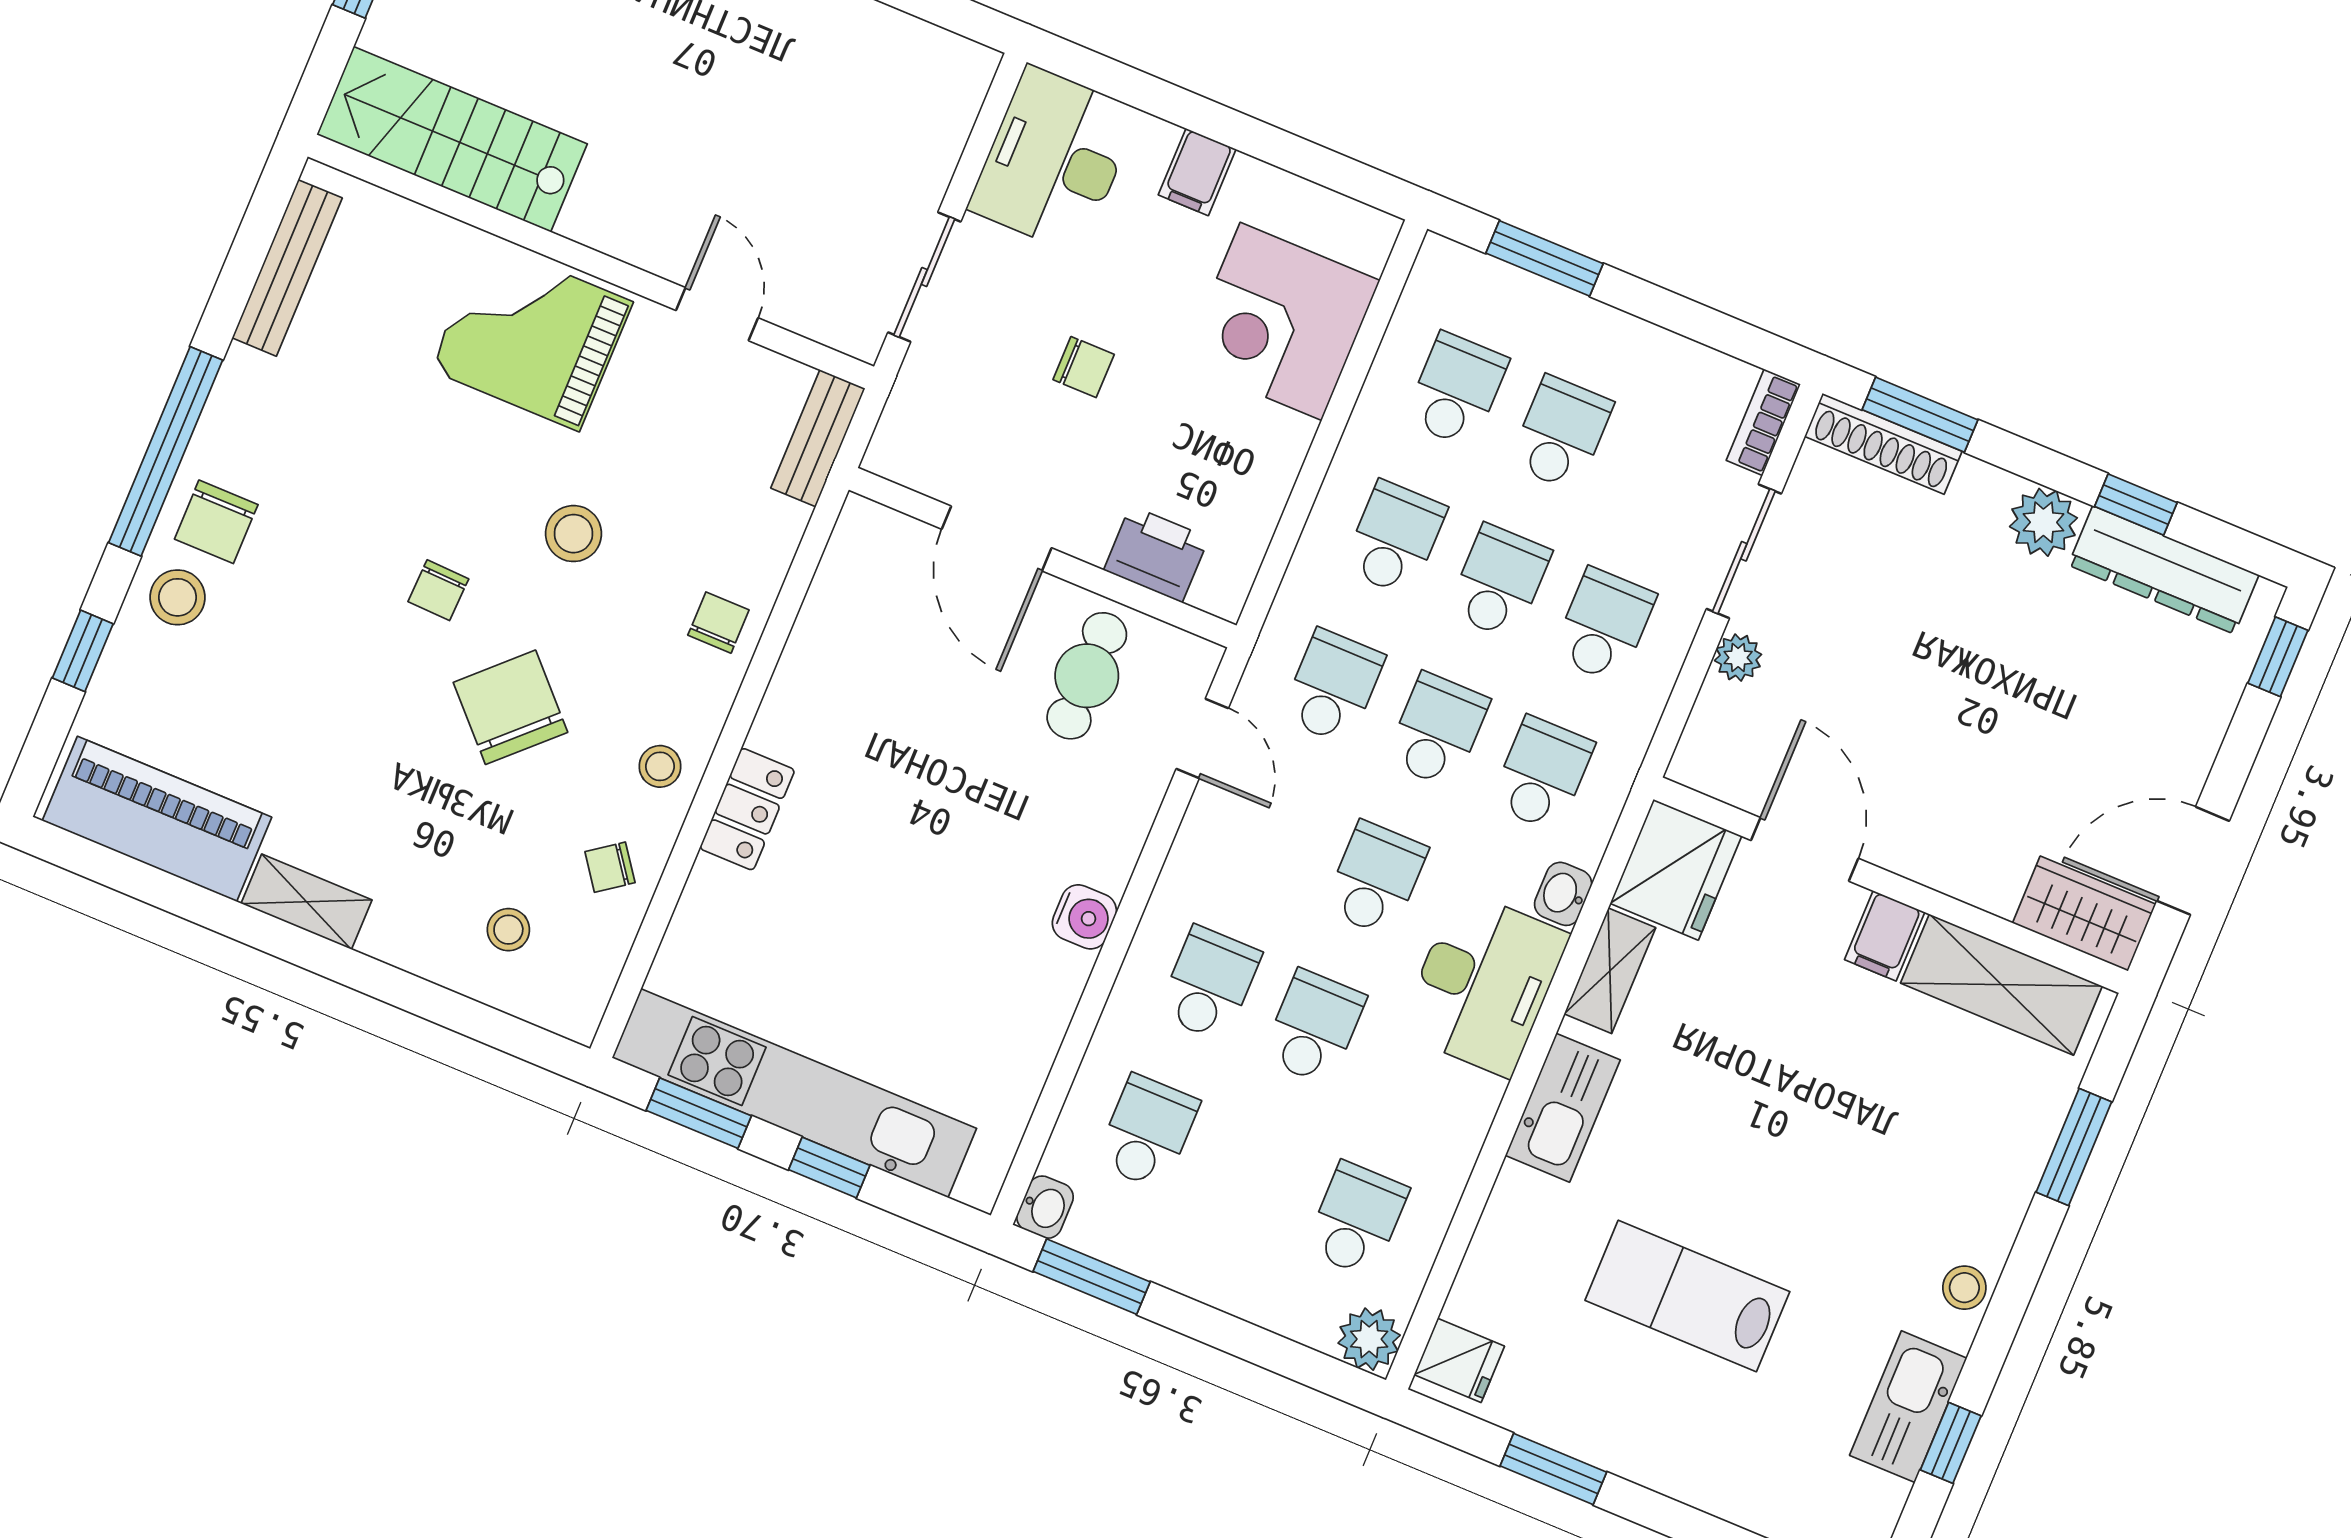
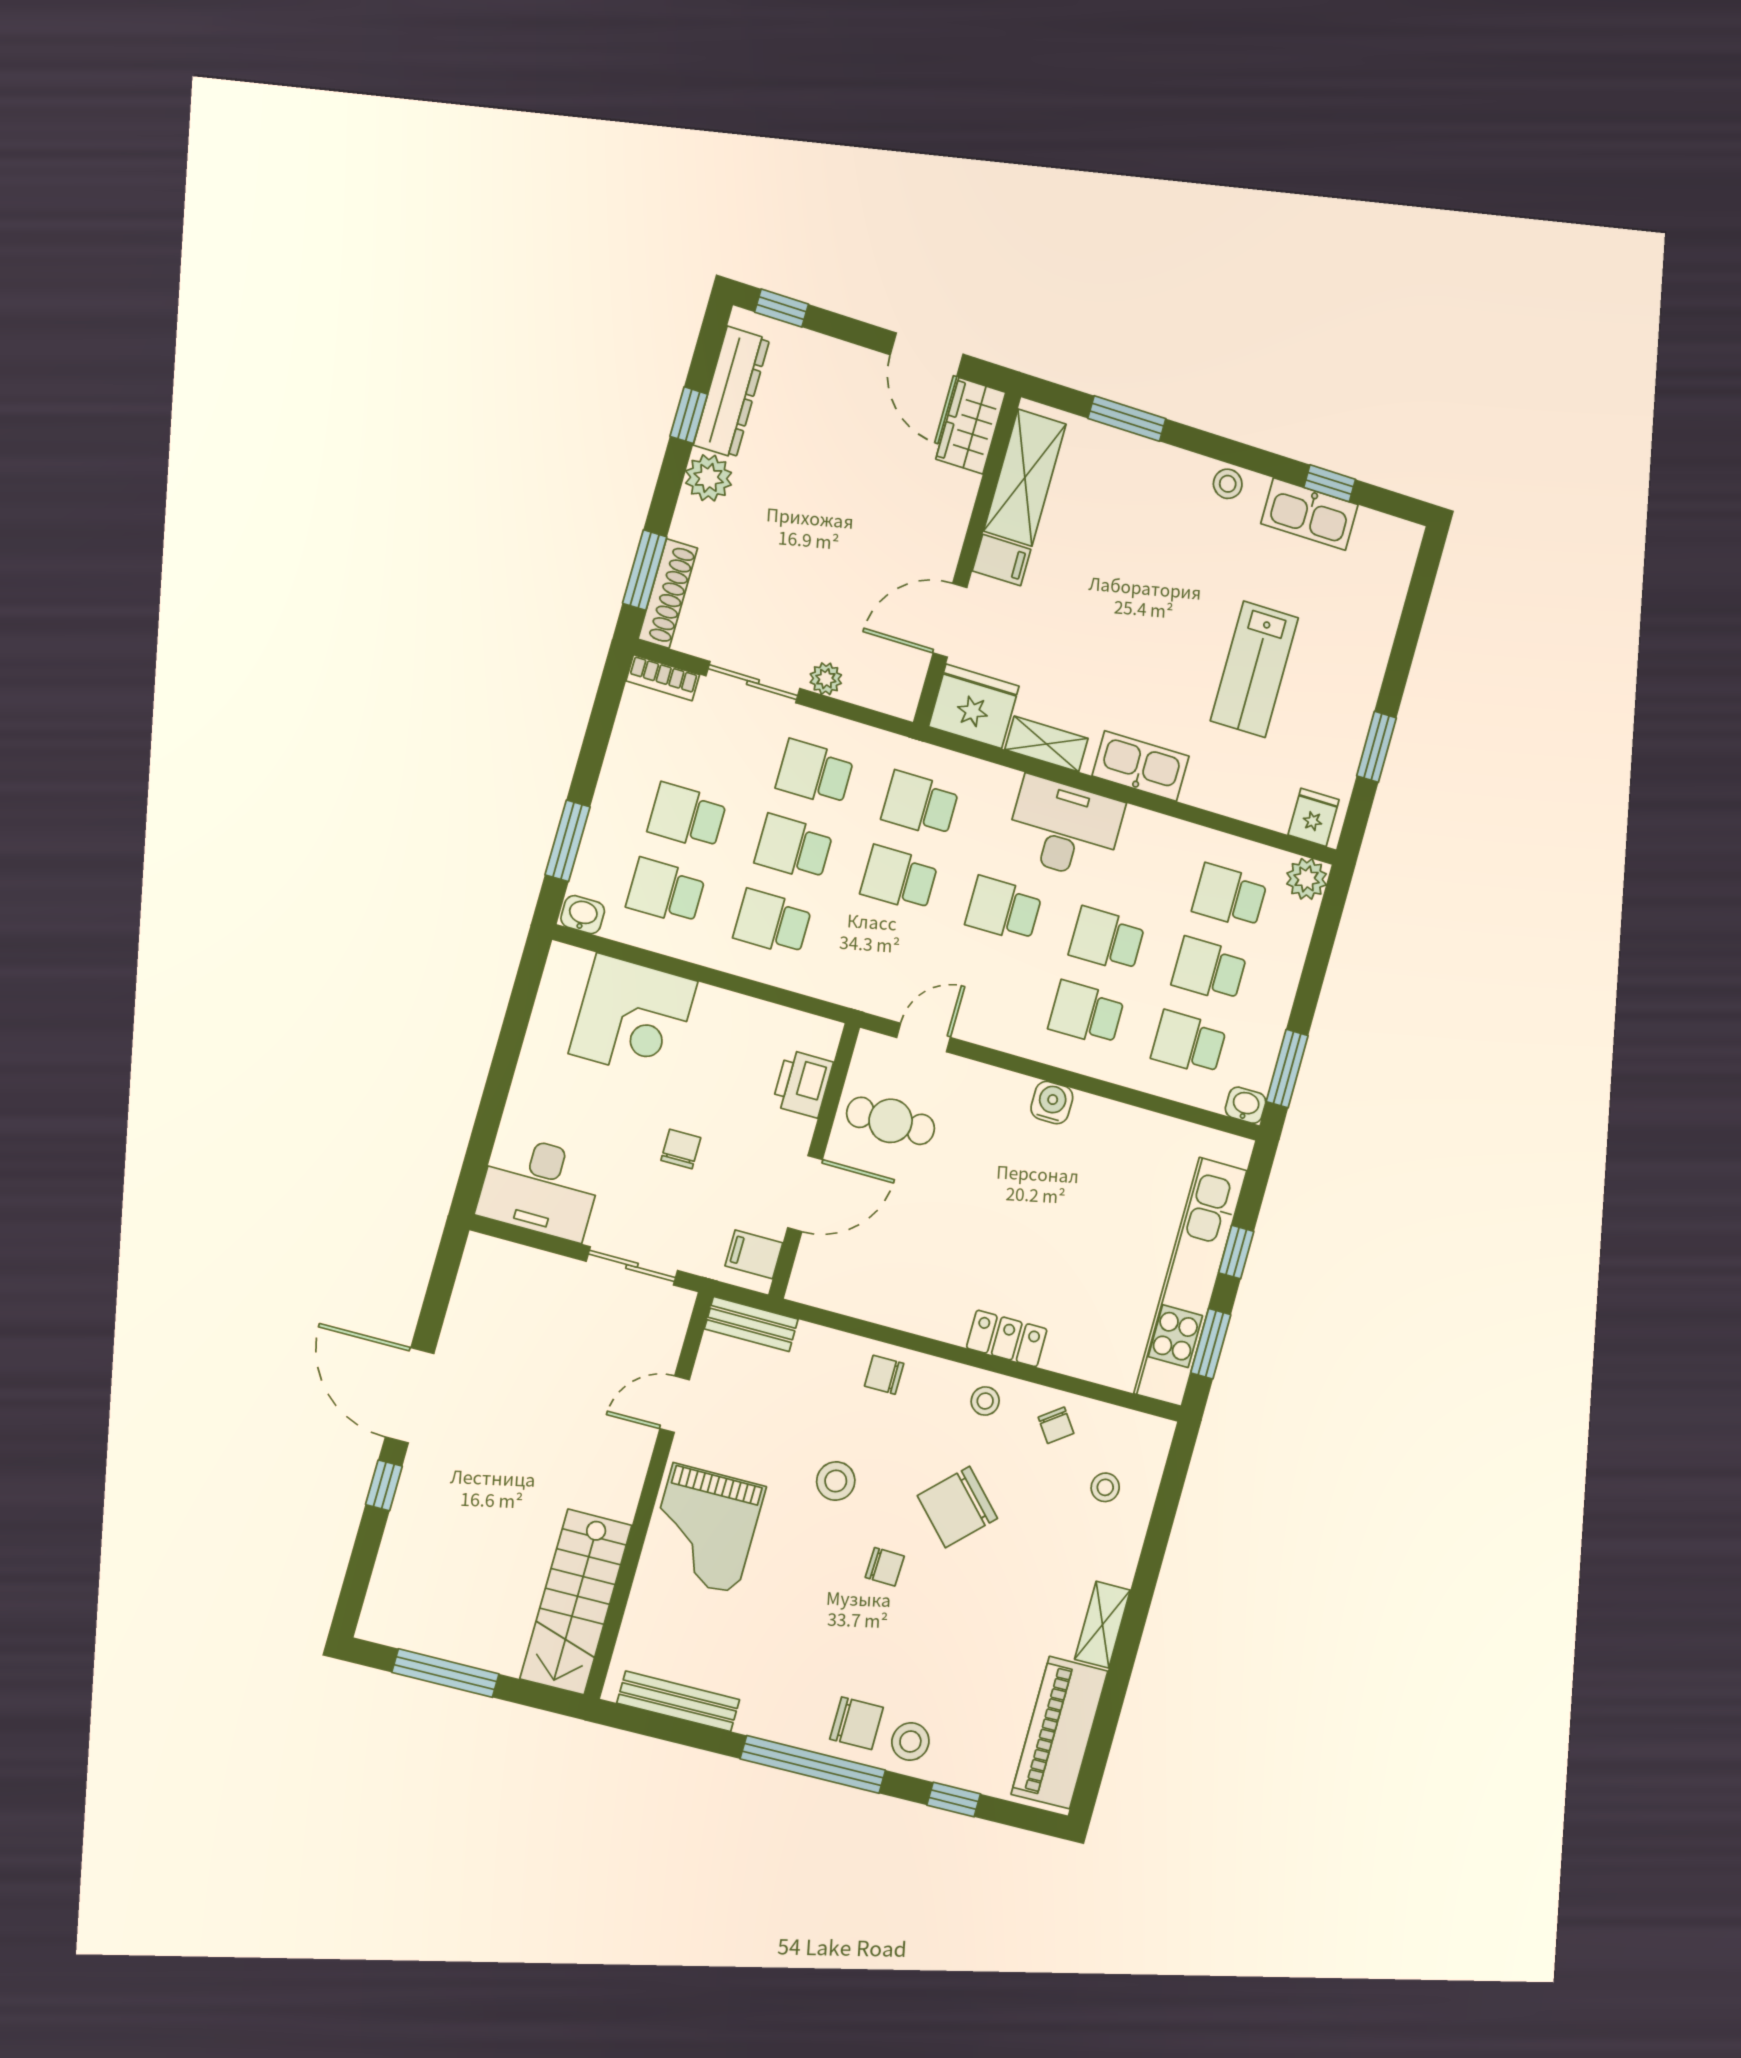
filing cabinet: (1197, 172) -> (754, 1254), moved, turned 180
school desk: (1333, 687) -> (1209, 969), moved
washbasin: (1563, 894) -> (583, 915), moved, turned 180

